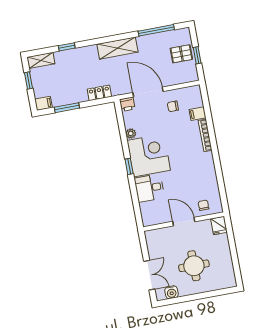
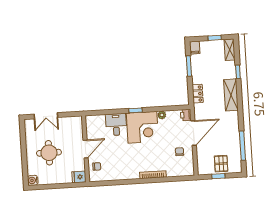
shelving: (117, 48) -> (231, 95), moved
filing cabinet: (198, 114) -> (171, 171), removed
water cooler: (171, 292) -> (33, 180), moved

